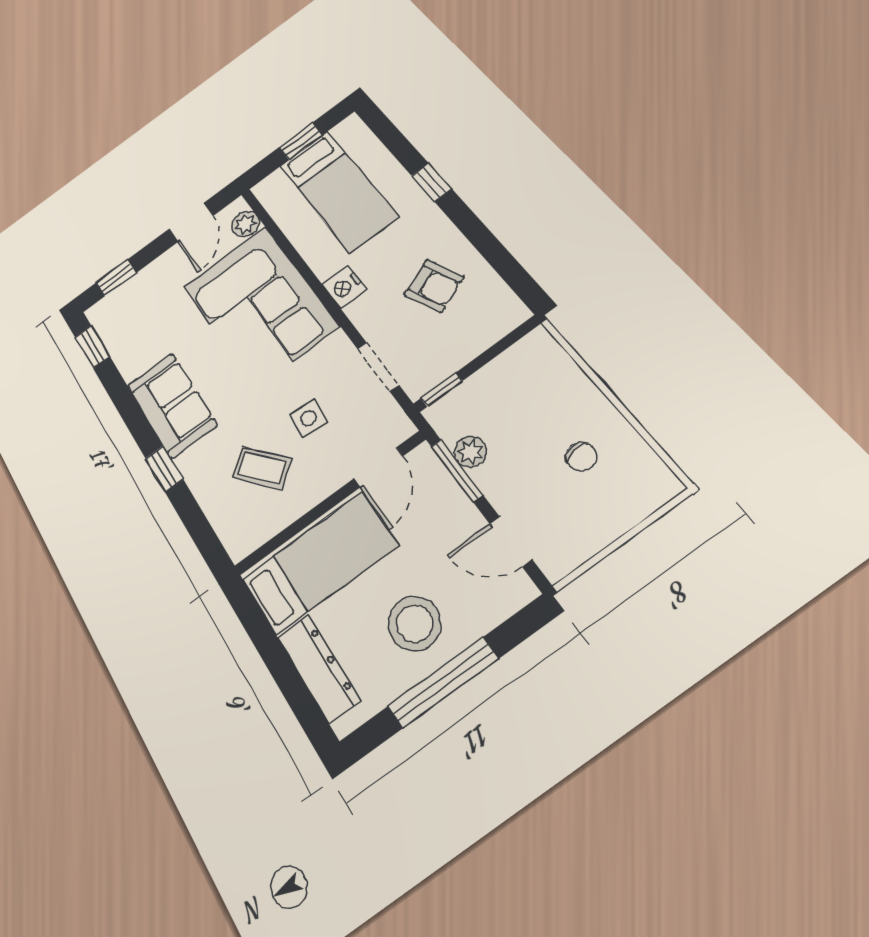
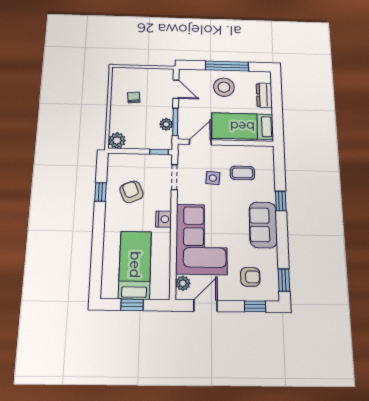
window: (432, 182) -> (100, 192), moved
armchair: (147, 311) -> (250, 277), added
plant: (538, 349) -> (117, 140), added
coffee table: (262, 468) -> (242, 173), turned -50
dresser: (318, 668) -> (264, 95), width x0.70

